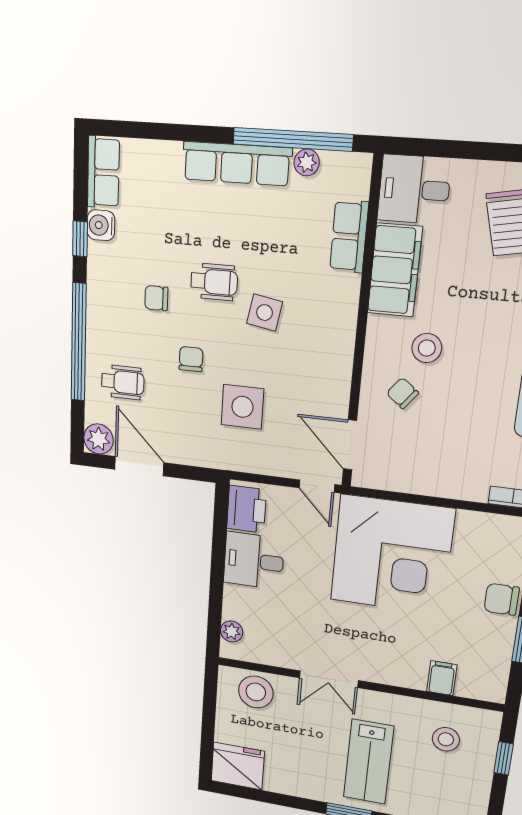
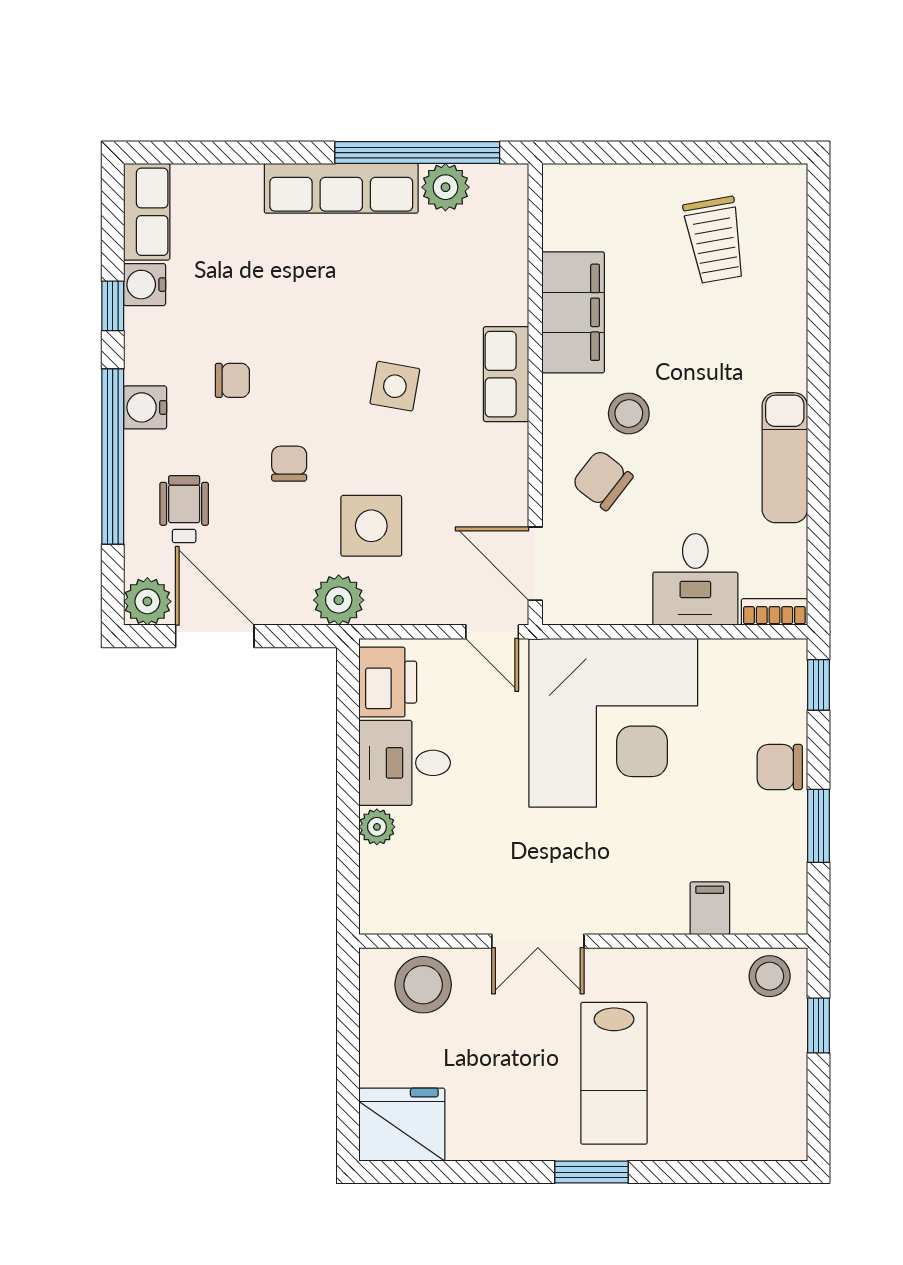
plant: (307, 162) -> (445, 187), width x1.38, depth x1.38
desk: (414, 189) -> (695, 579), moved, turned -90
row of seats: (349, 237) -> (506, 374), moved
wheelchair: (214, 282) -> (318, 350), removed
chair: (156, 298) -> (232, 380), turned 180
water cooler: (100, 311) -> (145, 407), added
wheelchair: (123, 382) -> (184, 509), turned -90
chair: (403, 393) -> (602, 480), width x1.37, depth x1.37
plant: (218, 453) -> (339, 600), added
plant: (232, 631) -> (377, 827), moved
stool: (446, 739) -> (770, 976), moved

